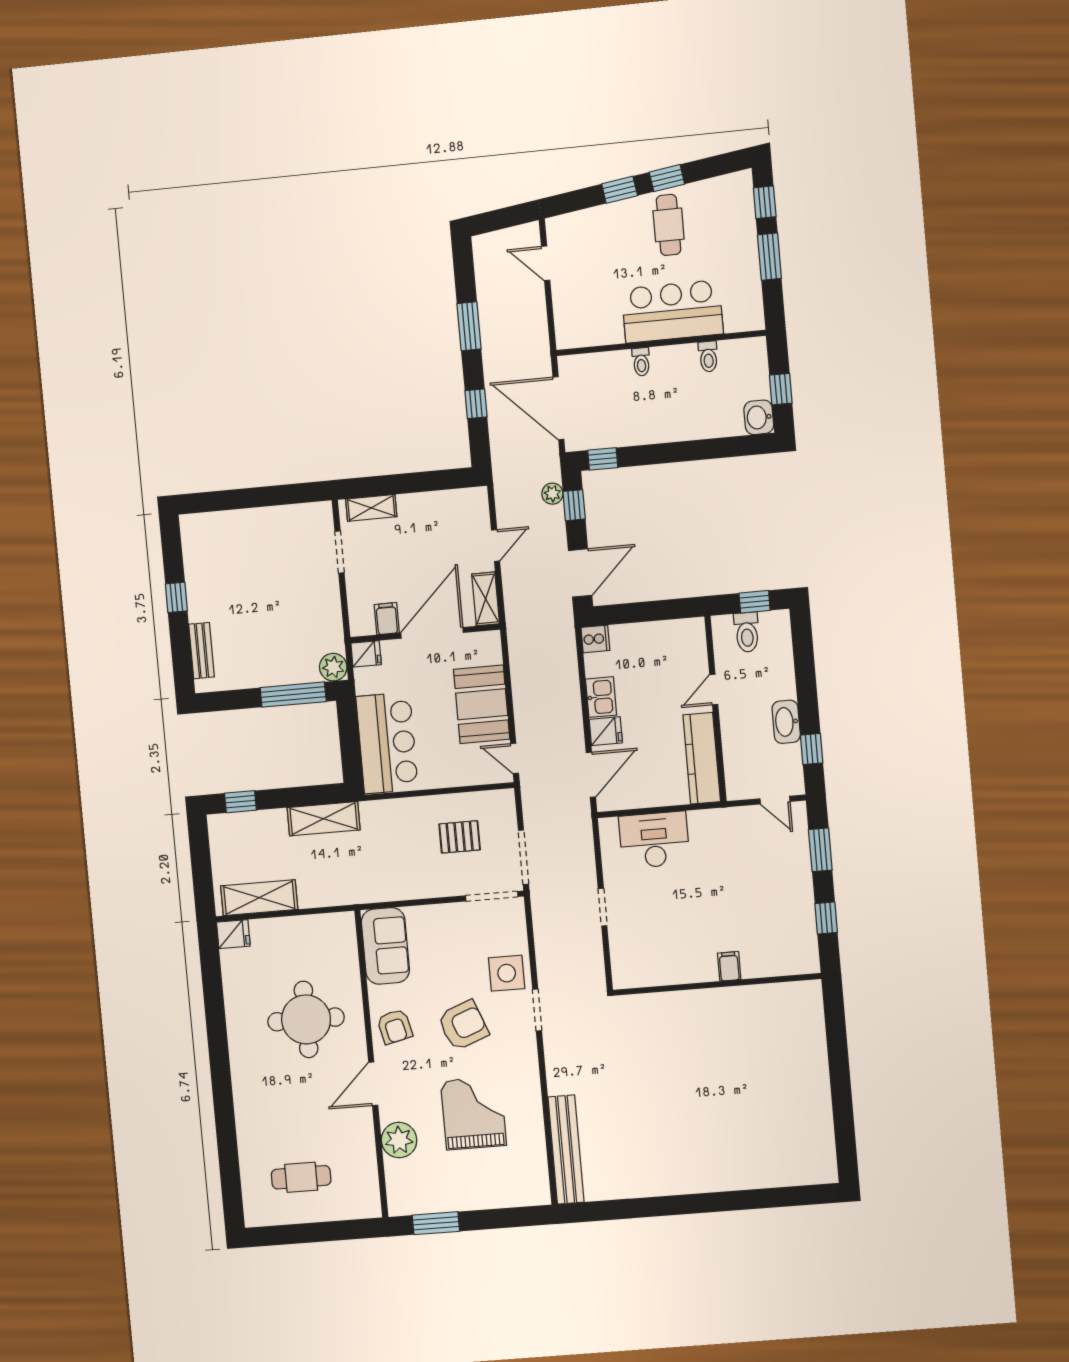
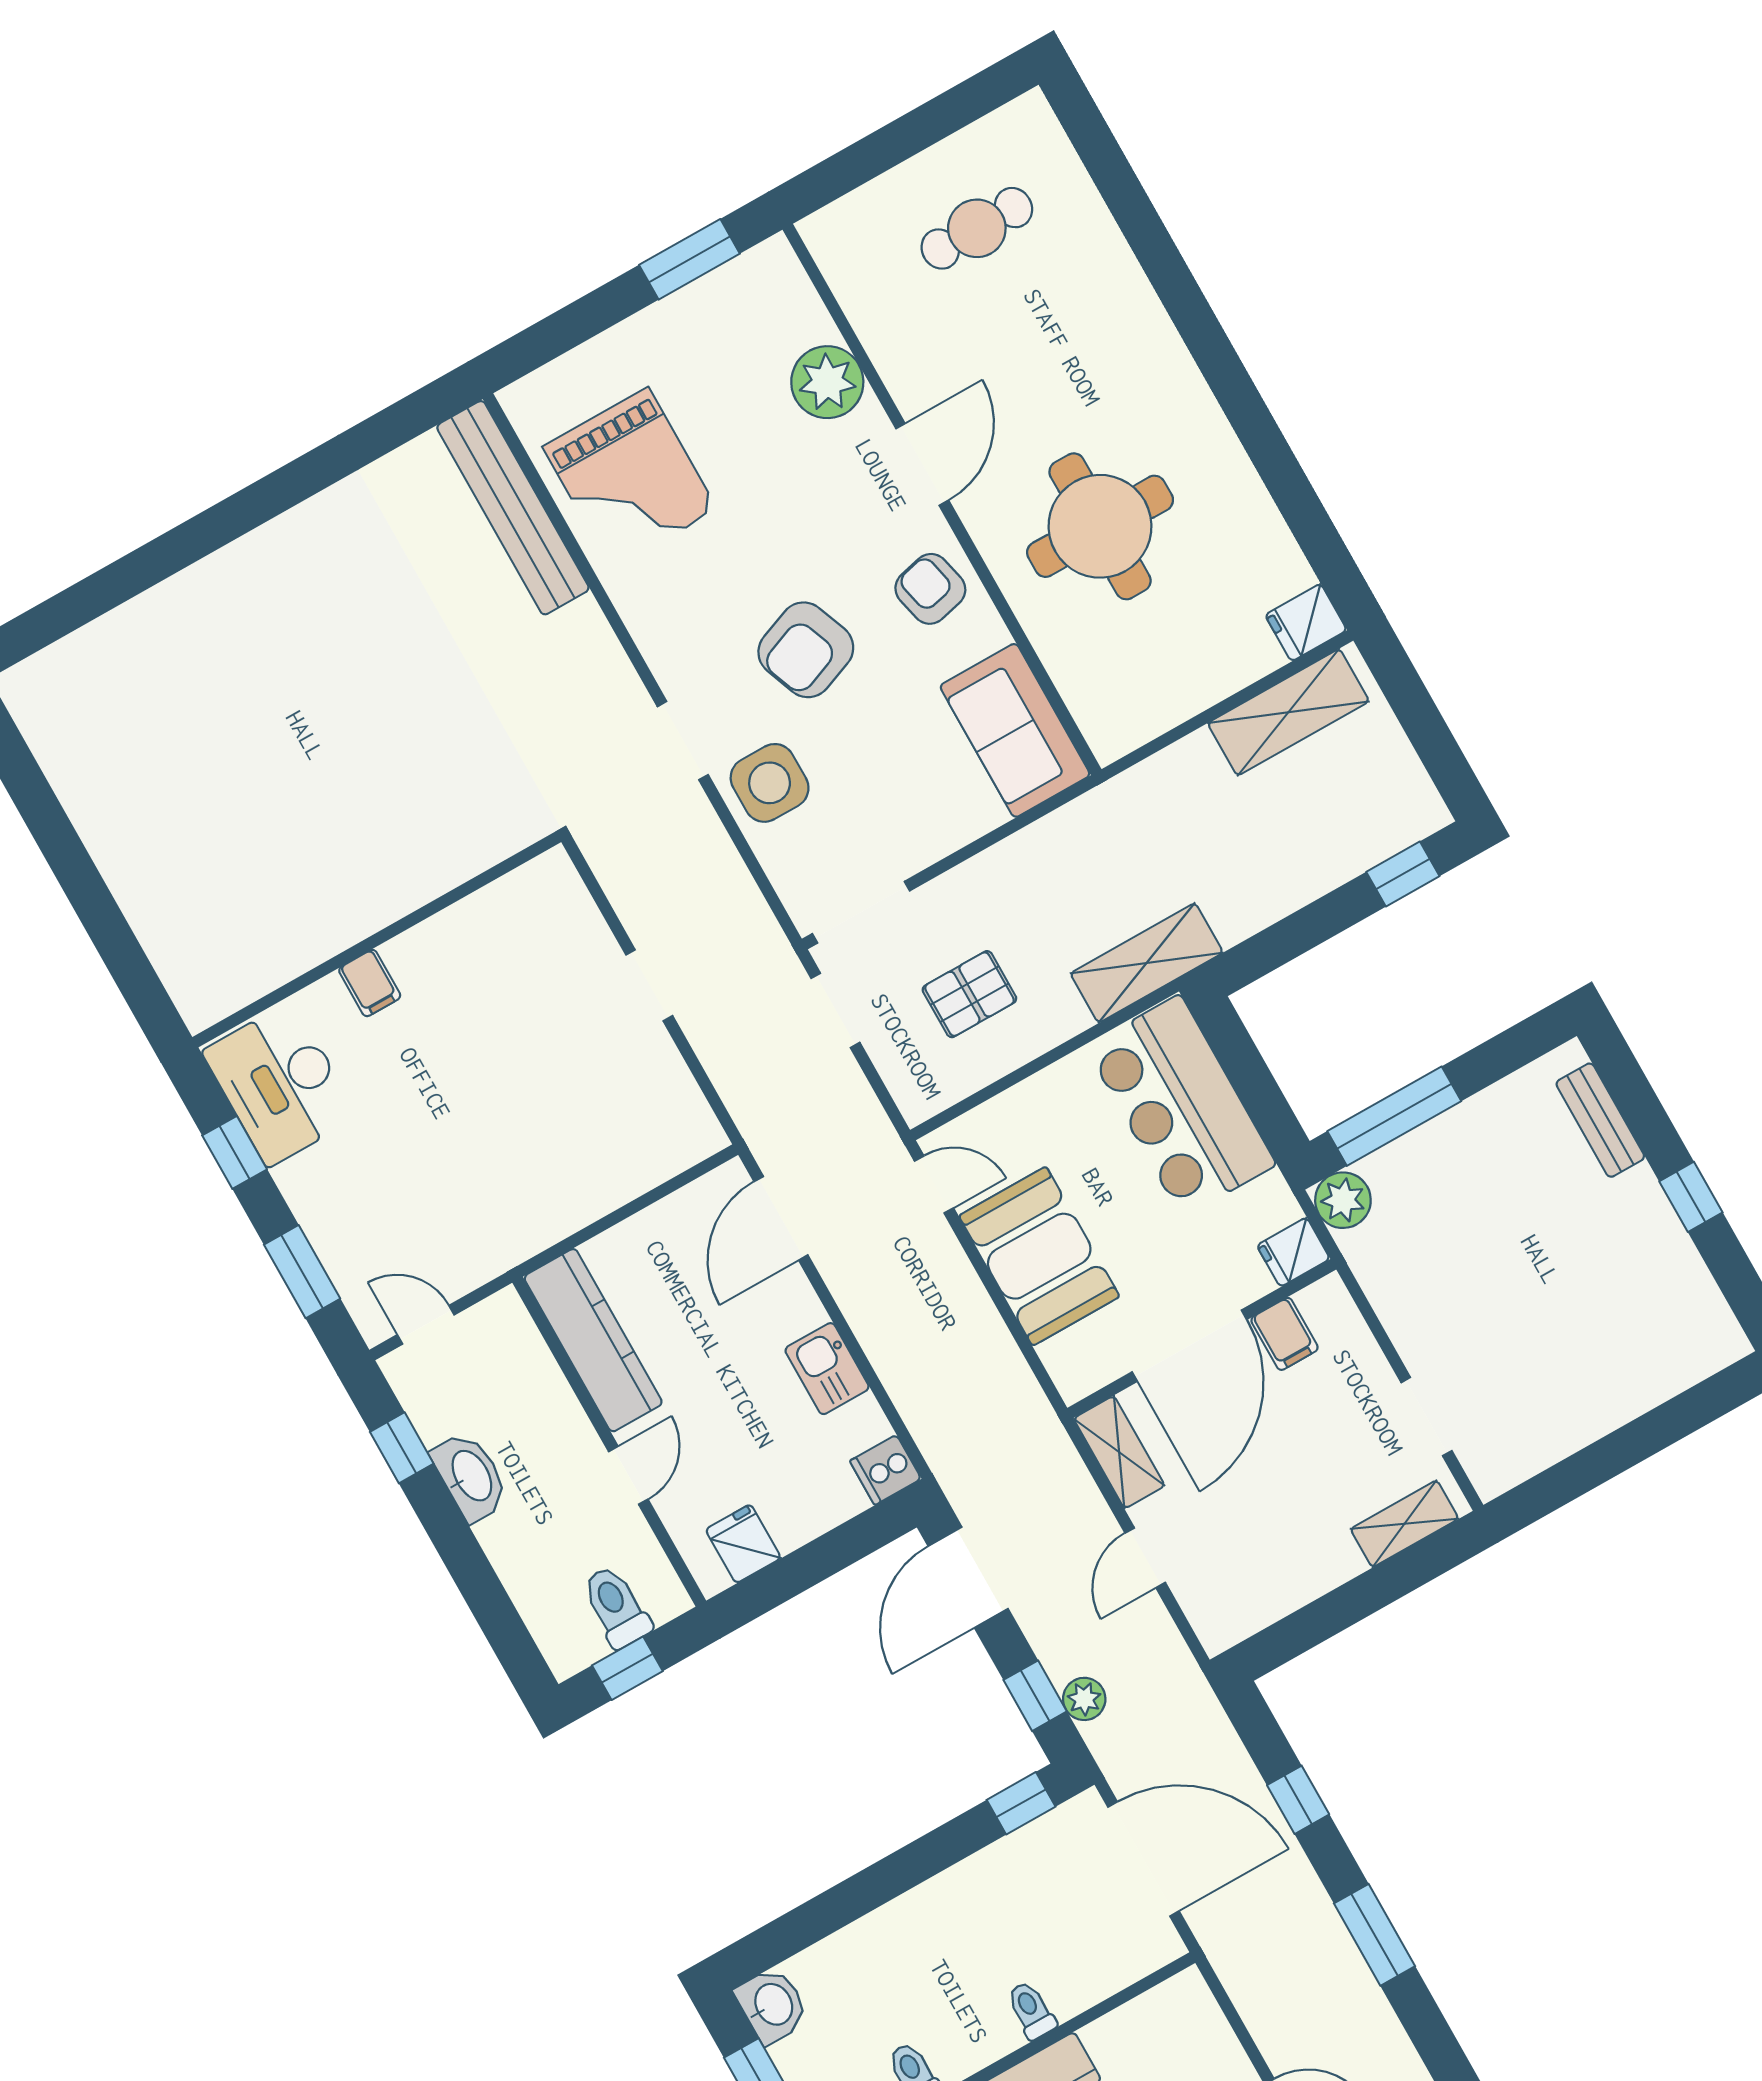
fridge: (606, 731) -> (743, 1544), moved, turned 90
shelving: (324, 819) -> (1147, 963), moved
desk: (654, 840) -> (280, 1084), moved, turned 90
doorway: (523, 857) -> (835, 1010), width x0.73
grand piano: (473, 1113) -> (630, 478), moved

